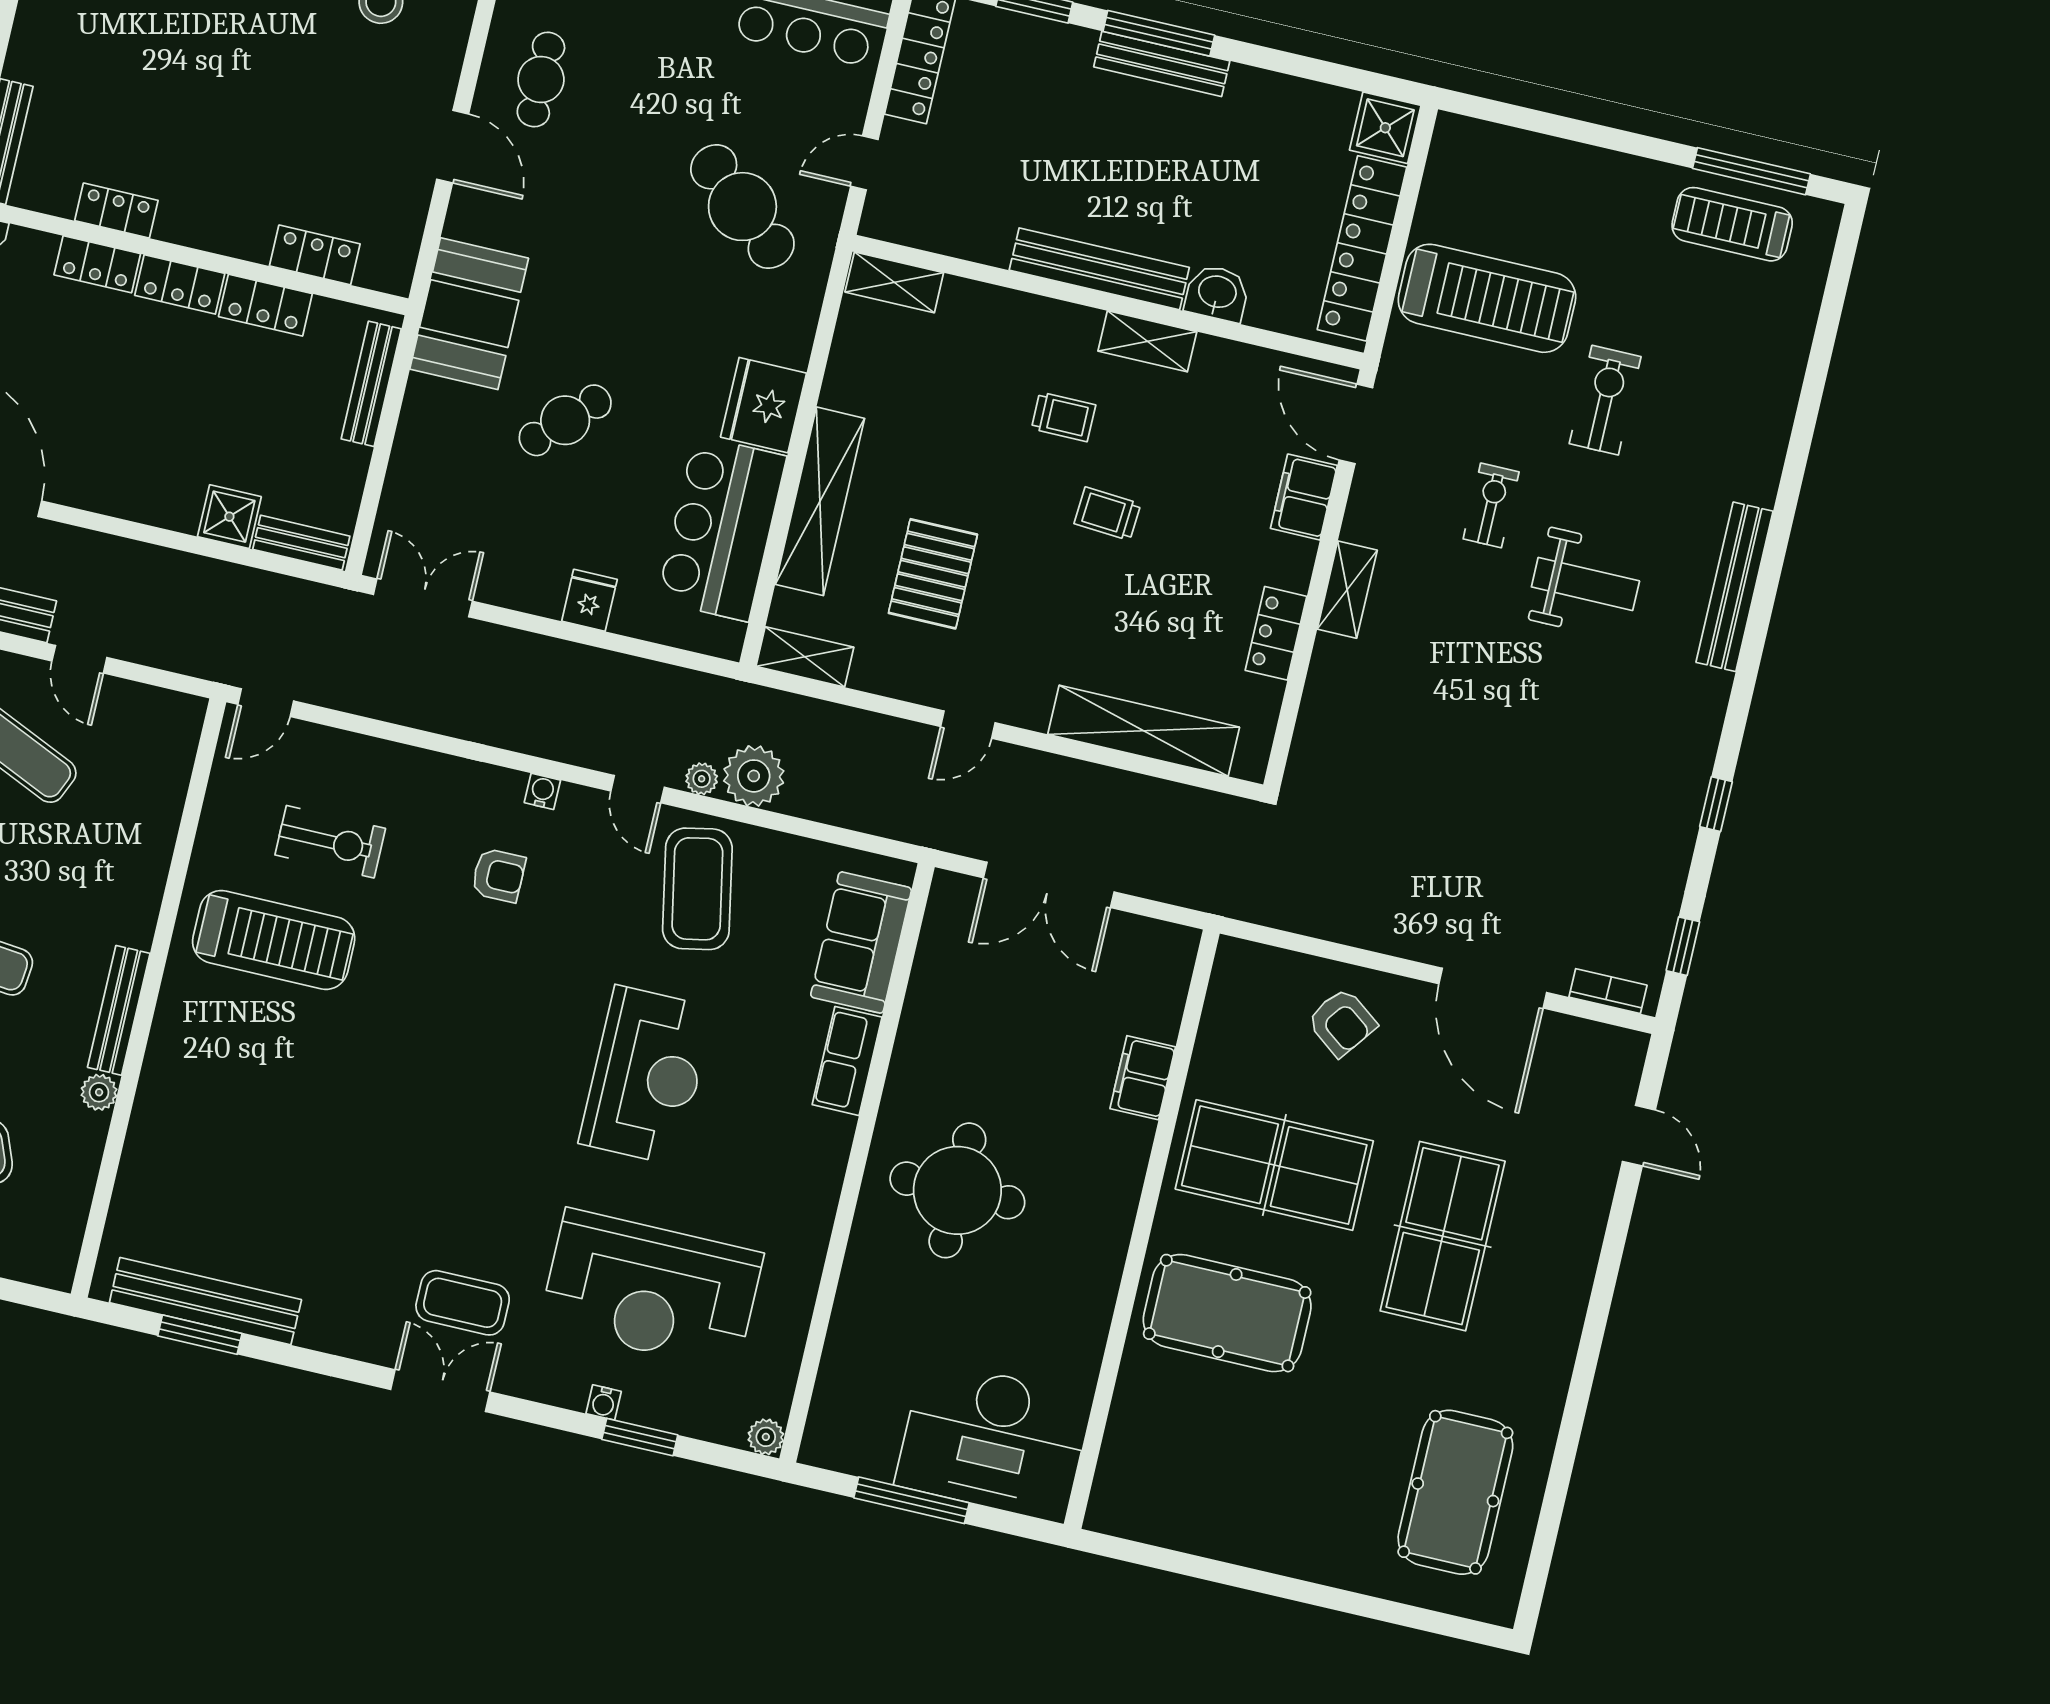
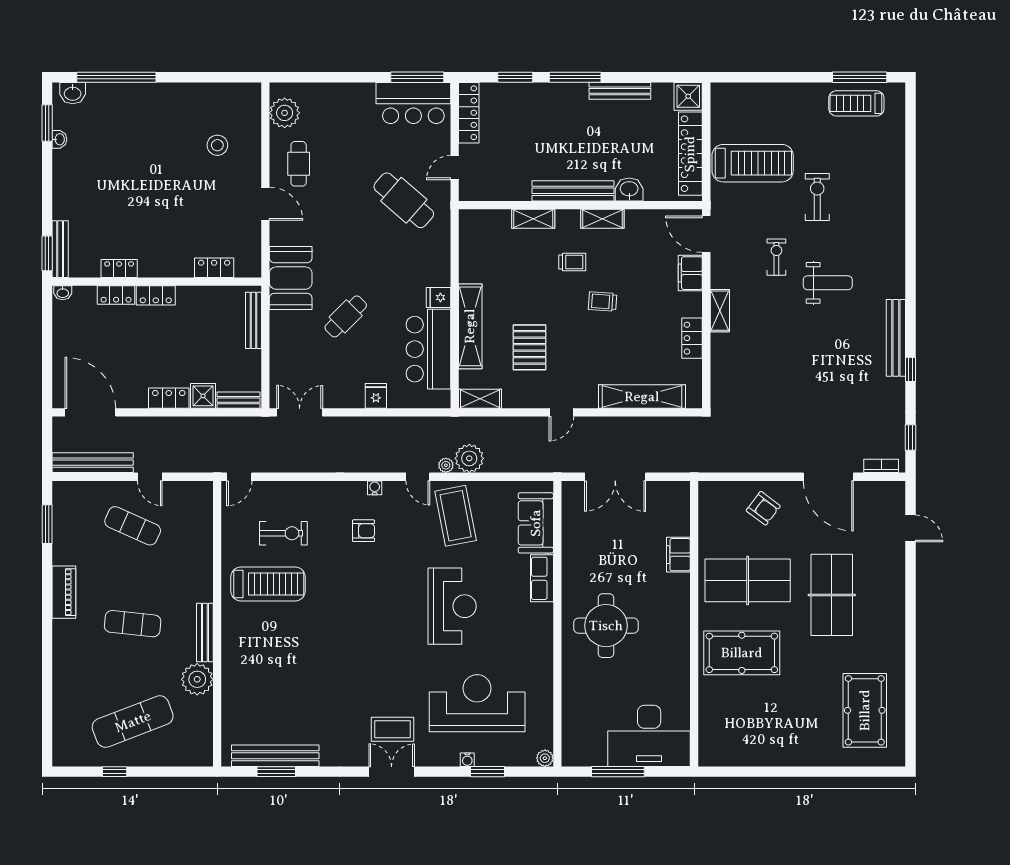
bench: (1162, 64) -> (620, 91), moved
shelving: (894, 282) -> (533, 219), moved
locker: (265, 305) -> (169, 398), moved, turned 180
fridge: (763, 405) -> (439, 297), width x0.53, depth x0.75
bench: (1735, 587) -> (896, 338), moved
plant: (99, 1092) -> (197, 679), width x1.87, depth x1.87
reception desk: (651, 1290) -> (477, 703), turned 180

